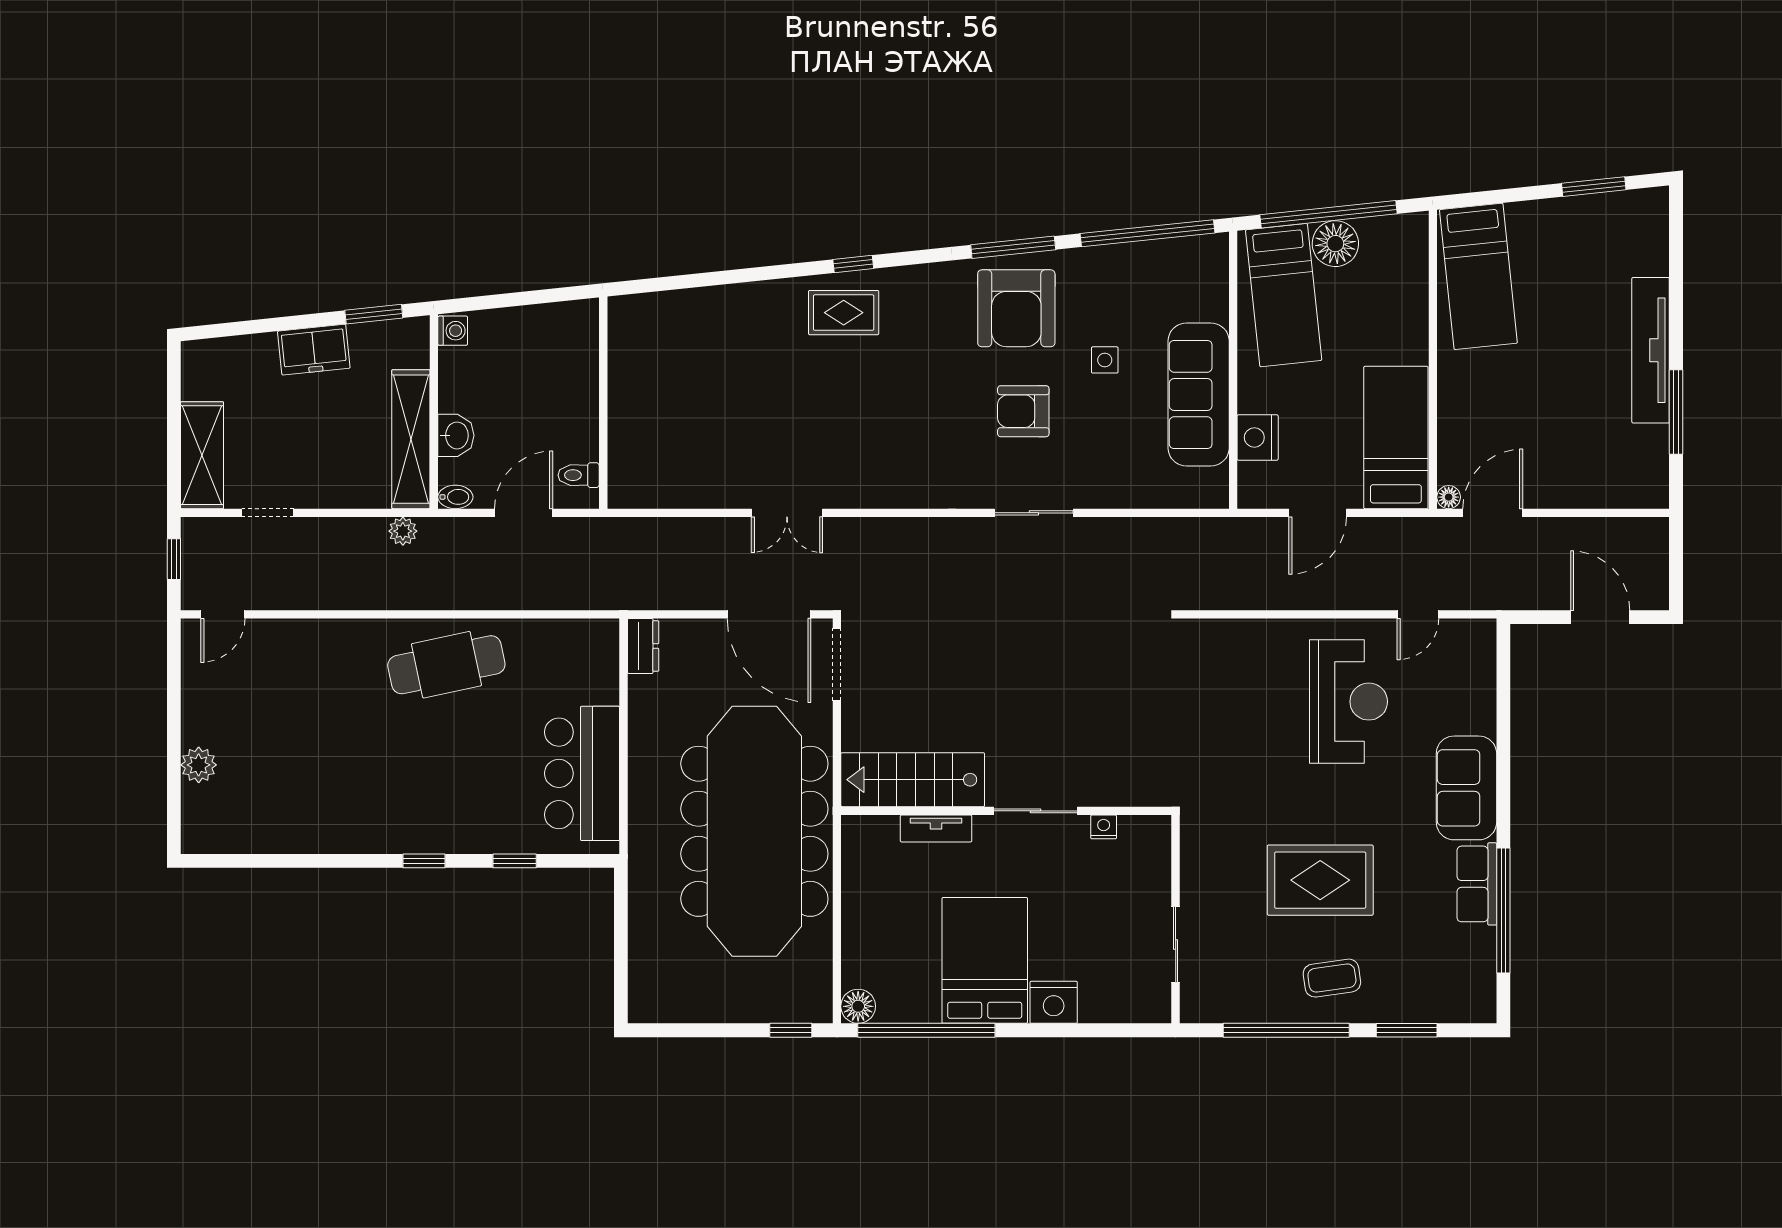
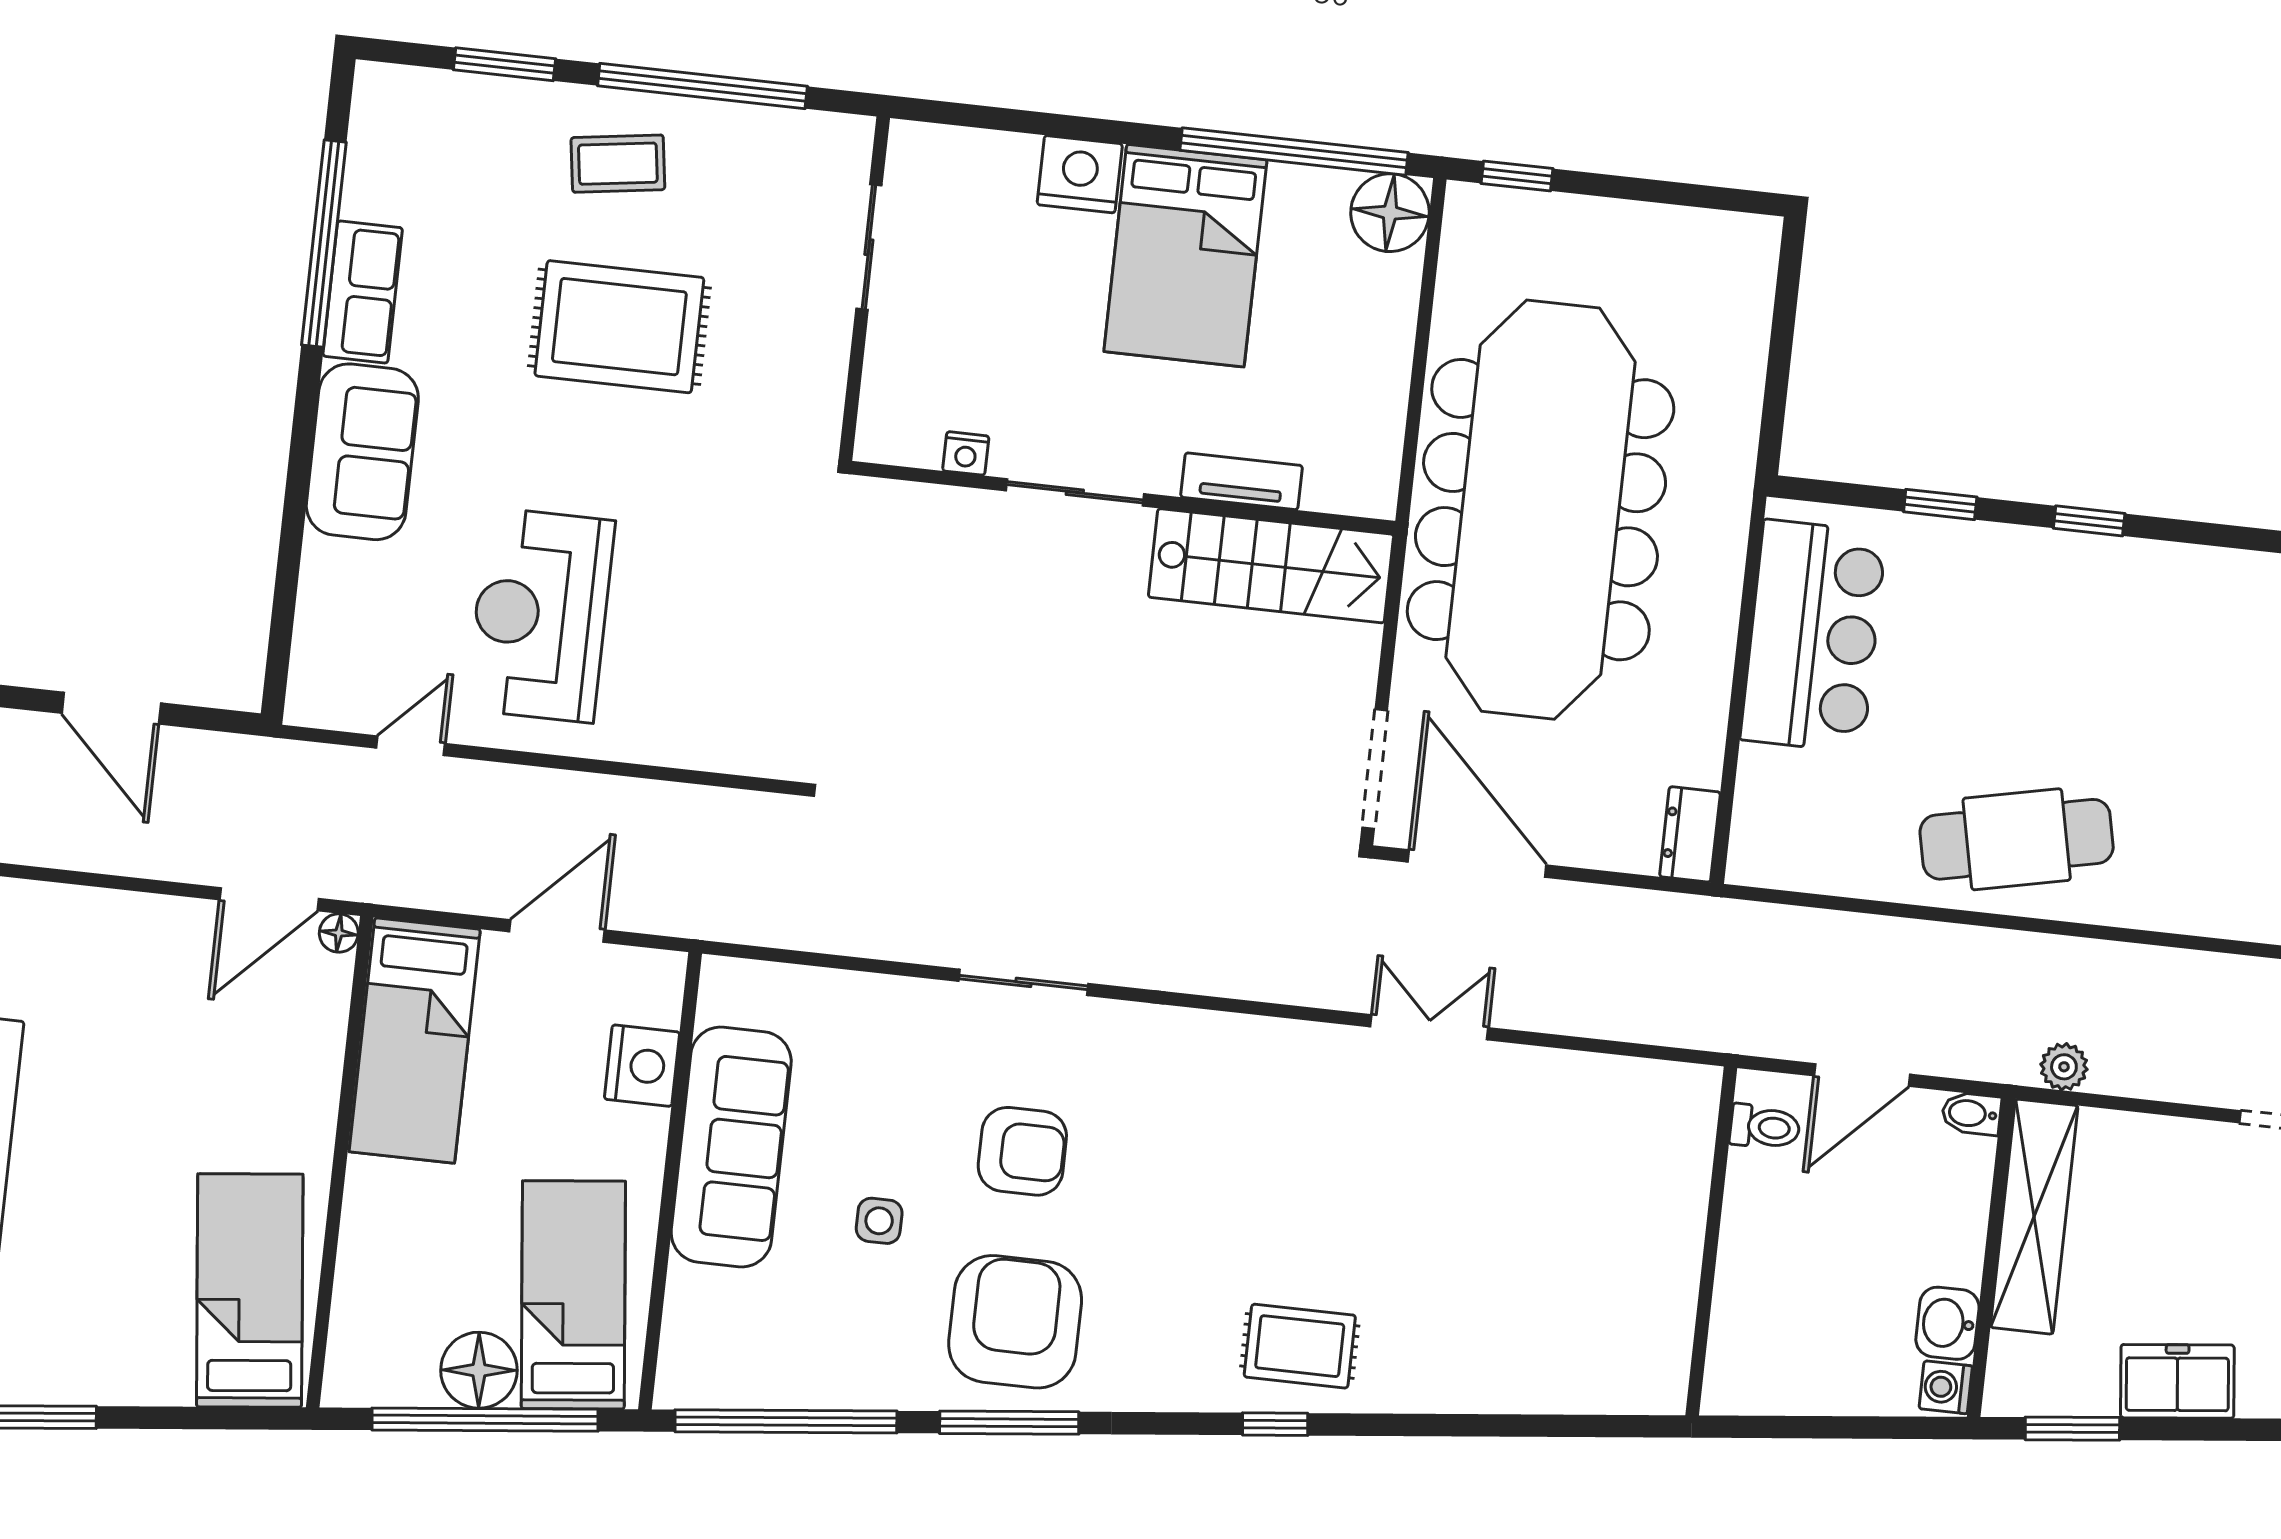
washbasin: (456, 435) -> (1947, 1323), moved
floor lamp: (858, 1006) -> (1390, 213), width x1.38, depth x1.38

